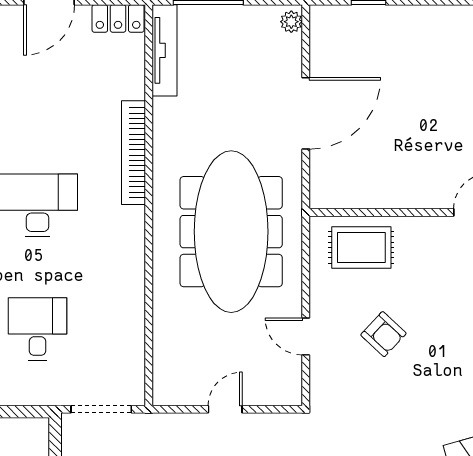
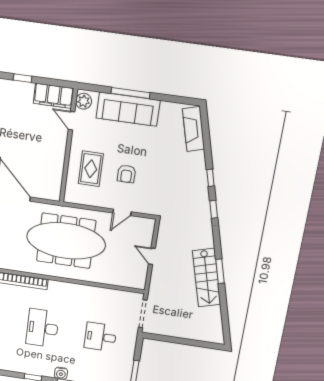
rug: (361, 247) -> (91, 169), moved
armchair: (383, 334) -> (126, 174), turned 137

